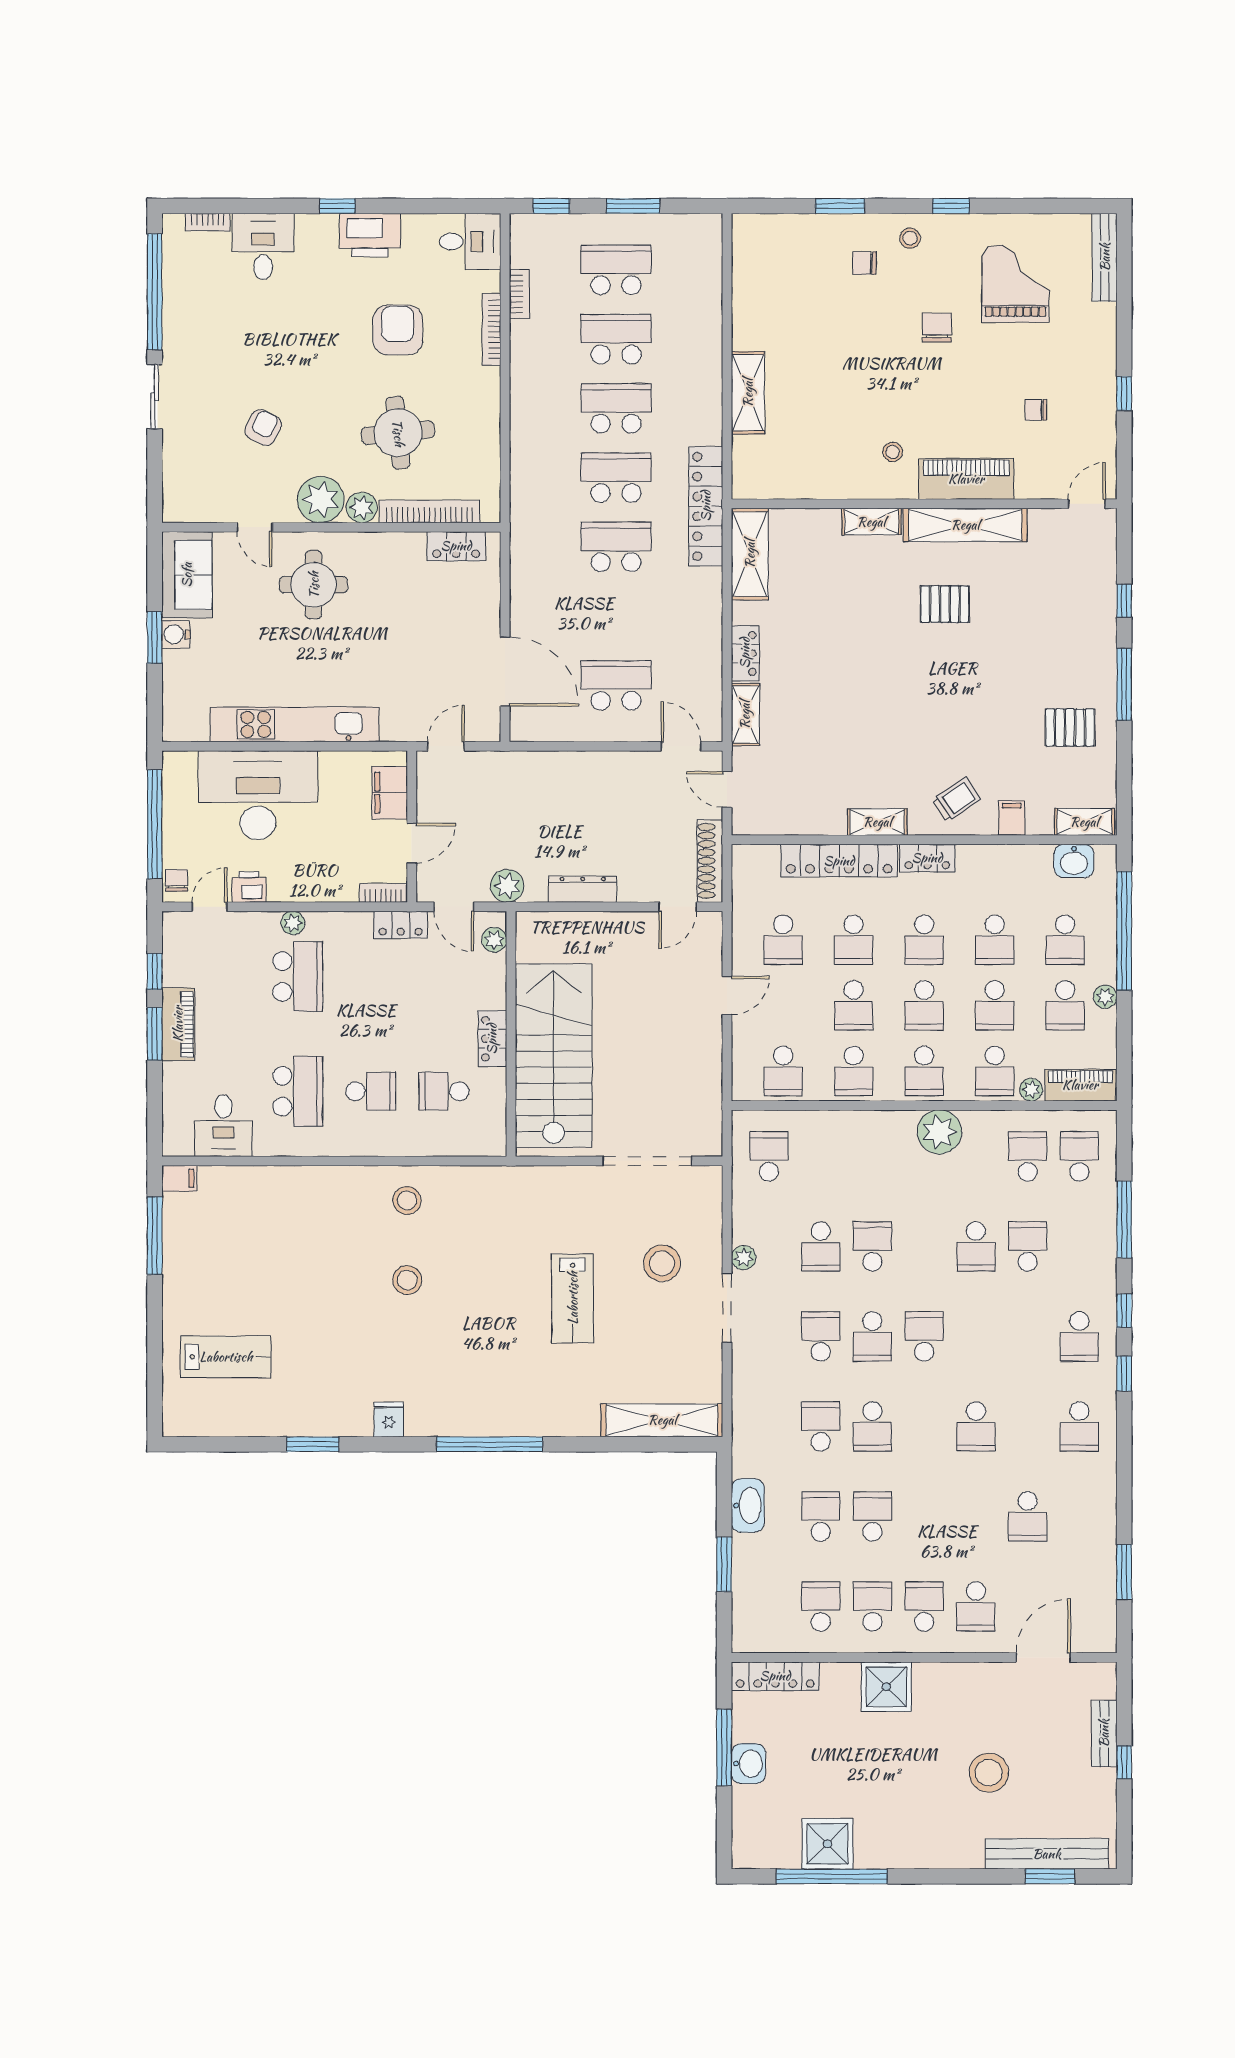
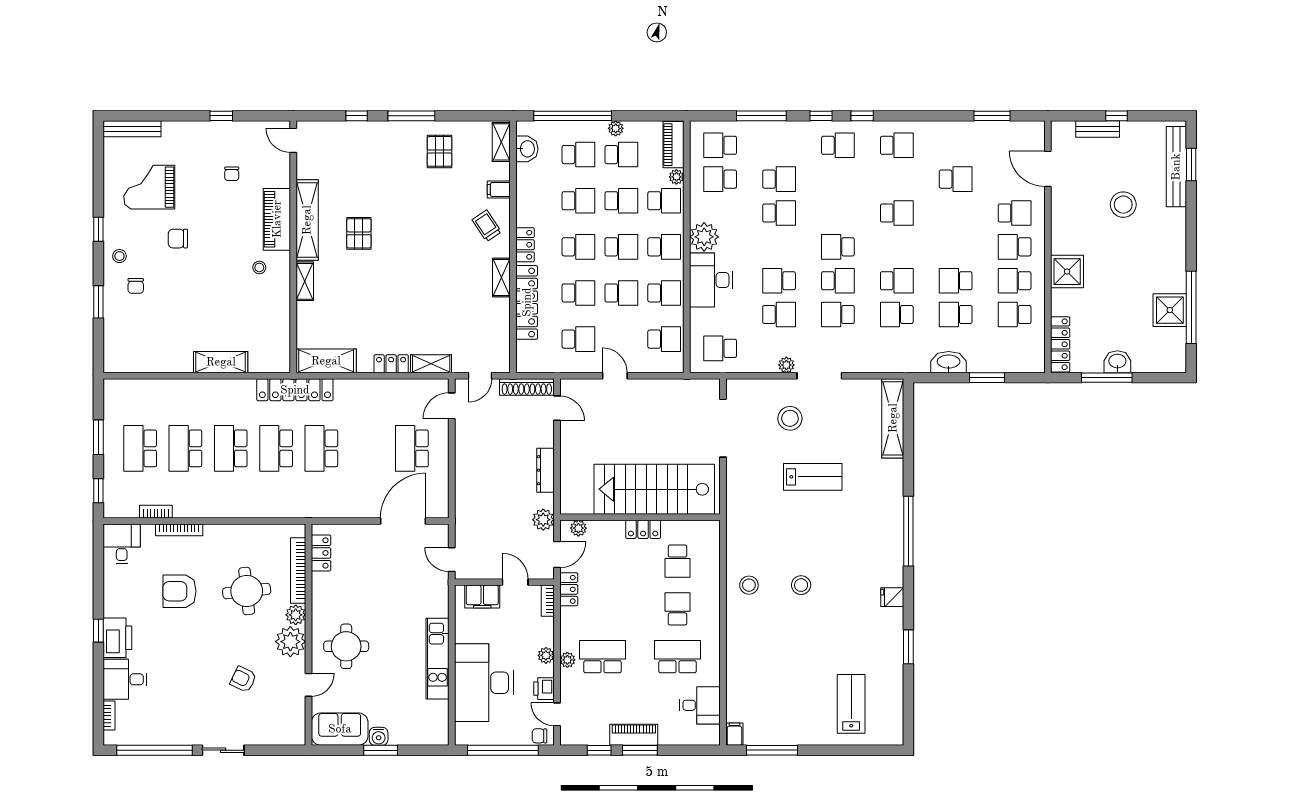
printer: (370, 235) -> (117, 638), moved
kitchen unit: (295, 724) -> (438, 659), width x0.73
plant: (300, 890) -> (546, 655), added
desk: (873, 1142) -> (711, 280), added
school desk: (1028, 1246) -> (779, 179), turned 180

